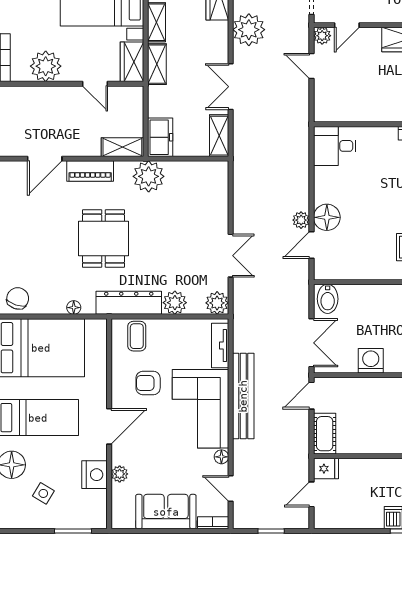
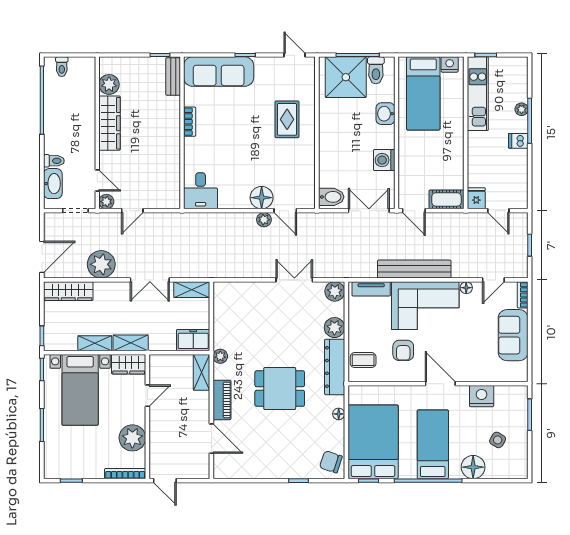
plant: (149, 176) -> (220, 356), width x0.53, depth x0.53
plant: (120, 474) -> (481, 375), removed

